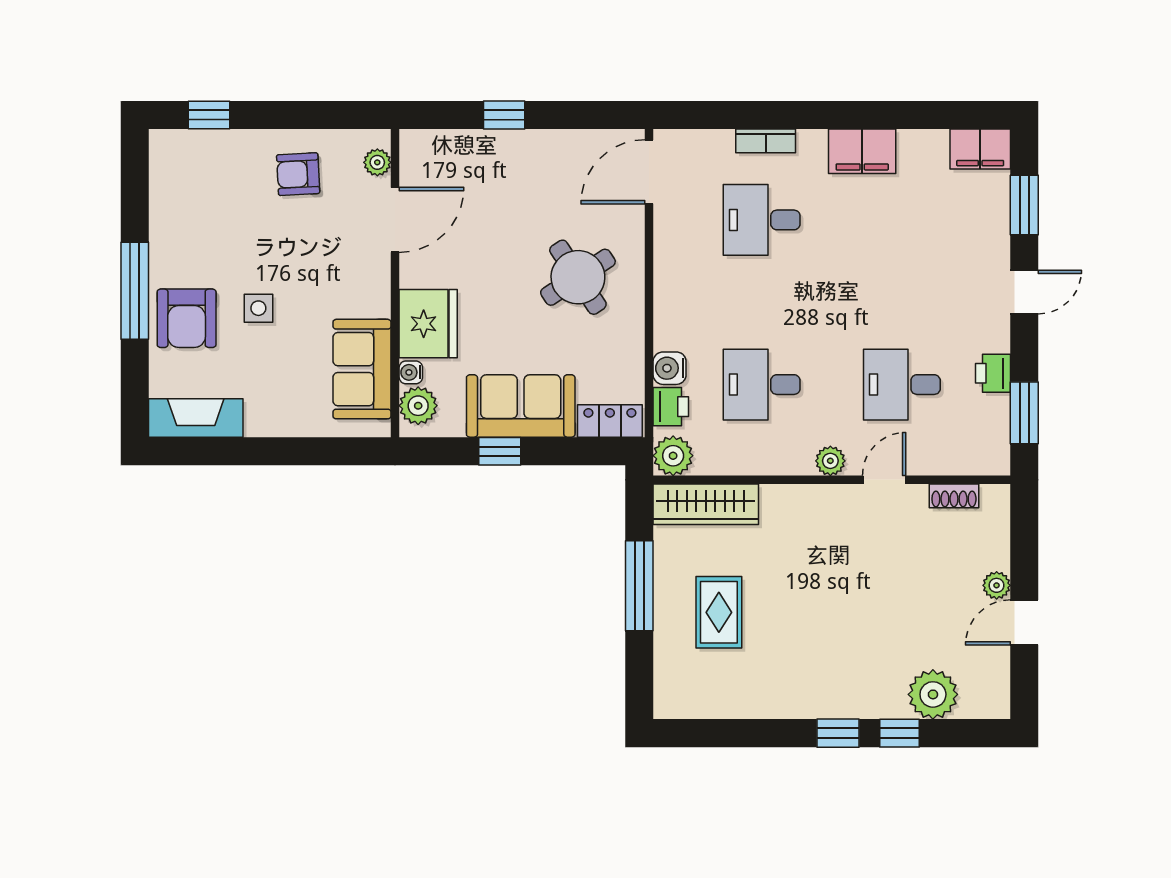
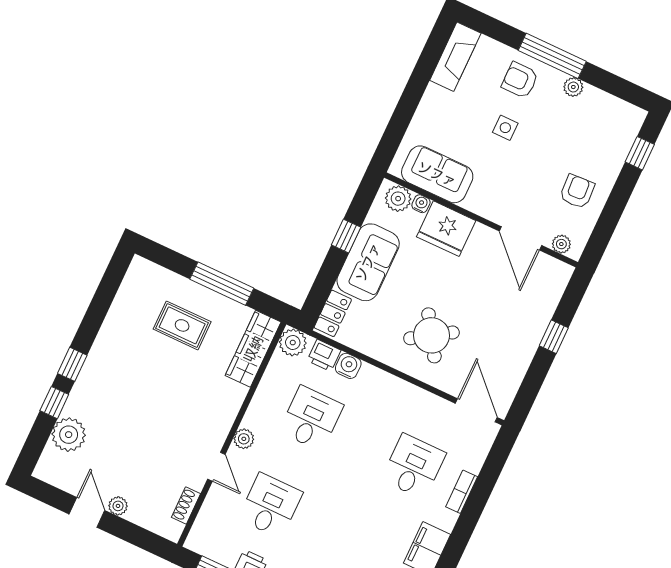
plant: (163, 244) -> (573, 87), added
armchair: (187, 318) -> (520, 80), width x0.72, depth x0.72

